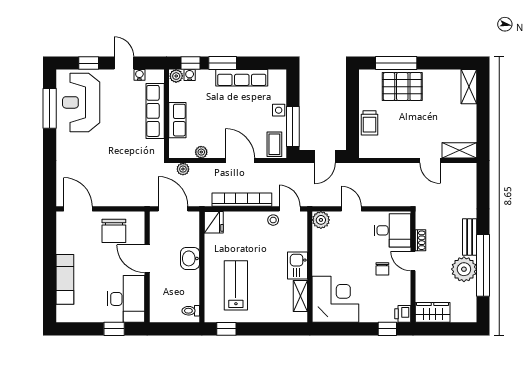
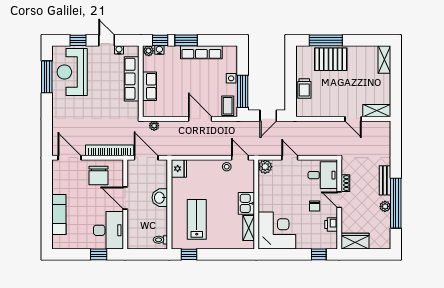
plant: (201, 152) -> (169, 112), removed
bookcase: (242, 200) -> (110, 150), moved
plant: (464, 269) -> (385, 206), width x0.53, depth x0.53
printer: (403, 314) -> (331, 224), moved

